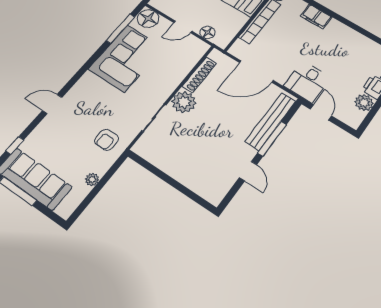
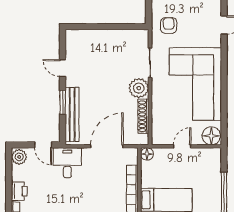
window: (120, 29) -> (224, 114), removed
floor lamp: (208, 32) -> (147, 154), moved
corner sofa: (126, 58) -> (195, 84), width x1.36, depth x1.36
plant: (364, 103) -> (19, 157), moved
window: (272, 139) -> (63, 102), width x0.69

